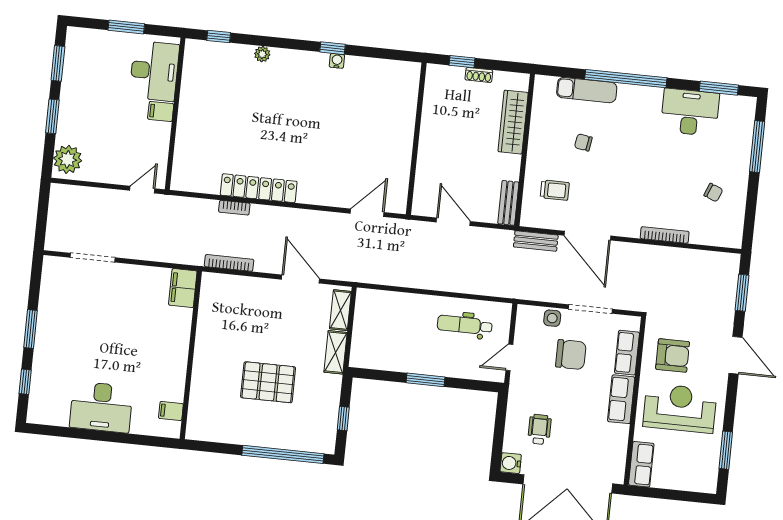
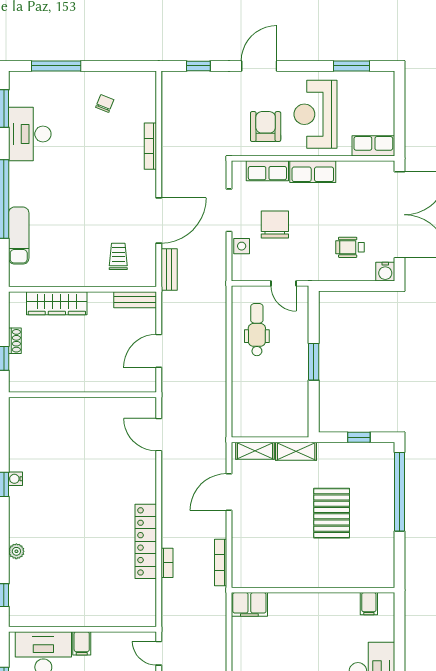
chair: (583, 142) -> (69, 234), removed
window: (742, 293) -> (198, 66), width x0.67
dental chair: (465, 325) -> (257, 330), turned 180

